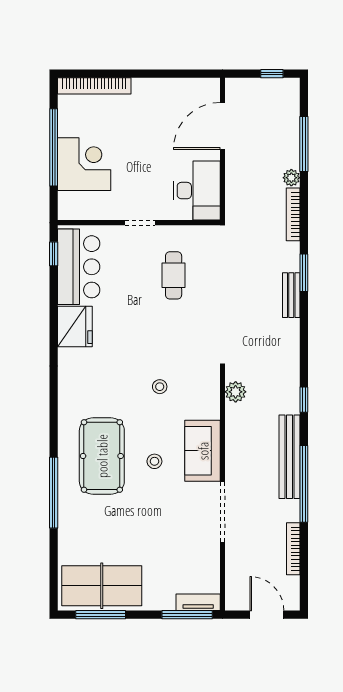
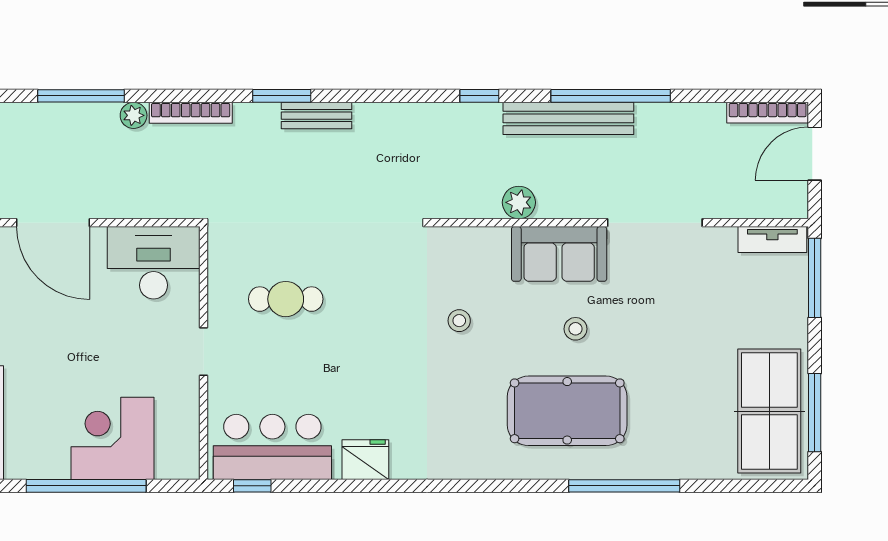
fridge: (75, 327) -> (365, 460), width x0.73, depth x0.75
plant: (236, 392) -> (519, 202), moved
bookcase: (293, 549) -> (768, 113), moved
tv unit: (198, 602) -> (772, 239), moved, turned -90

